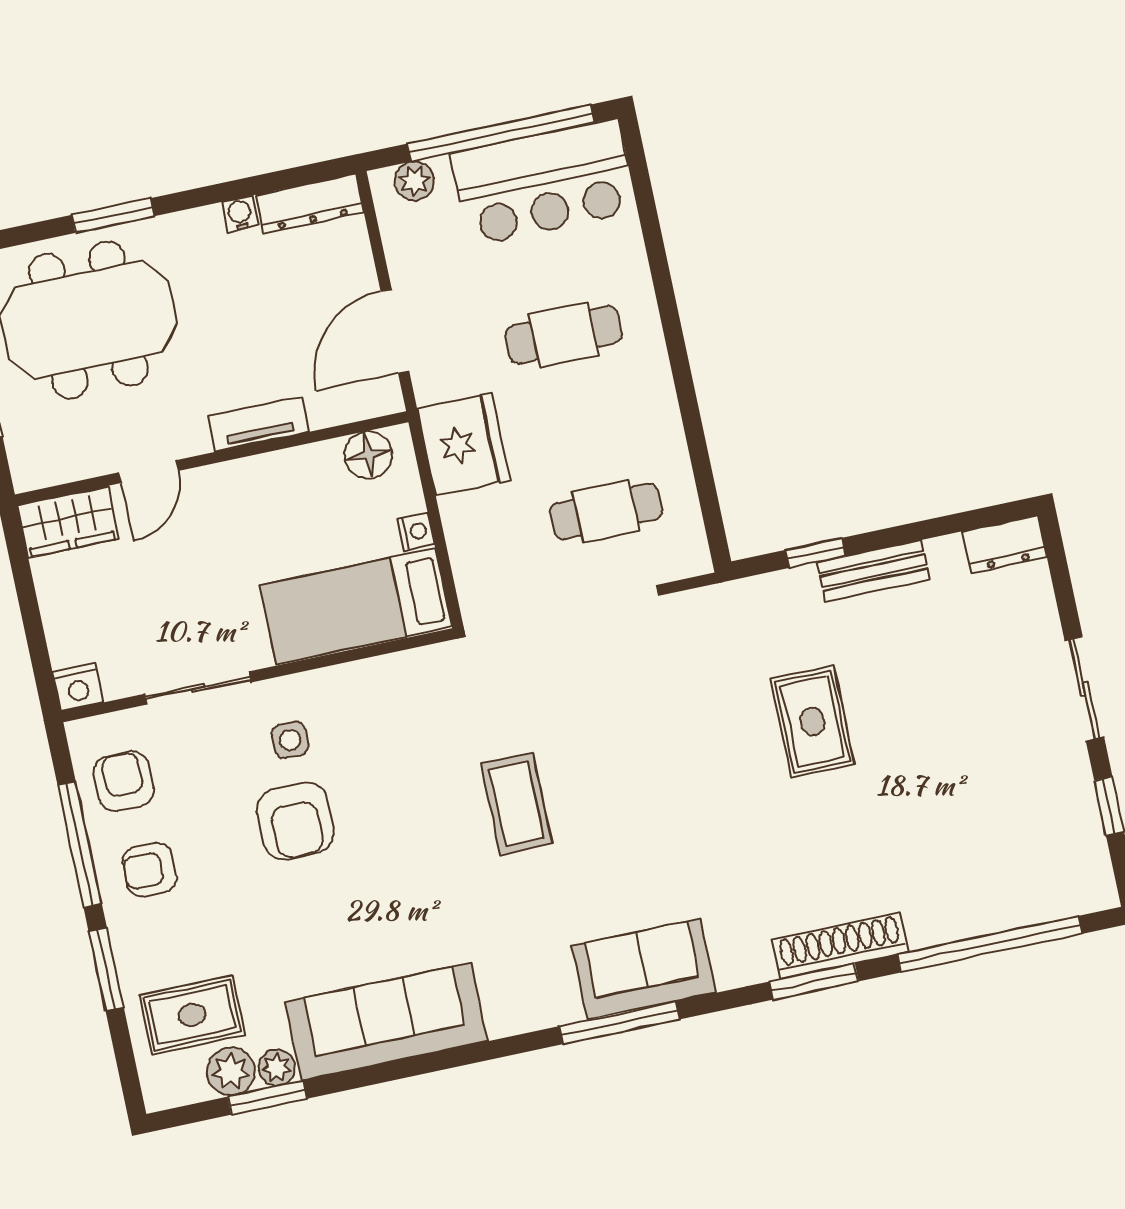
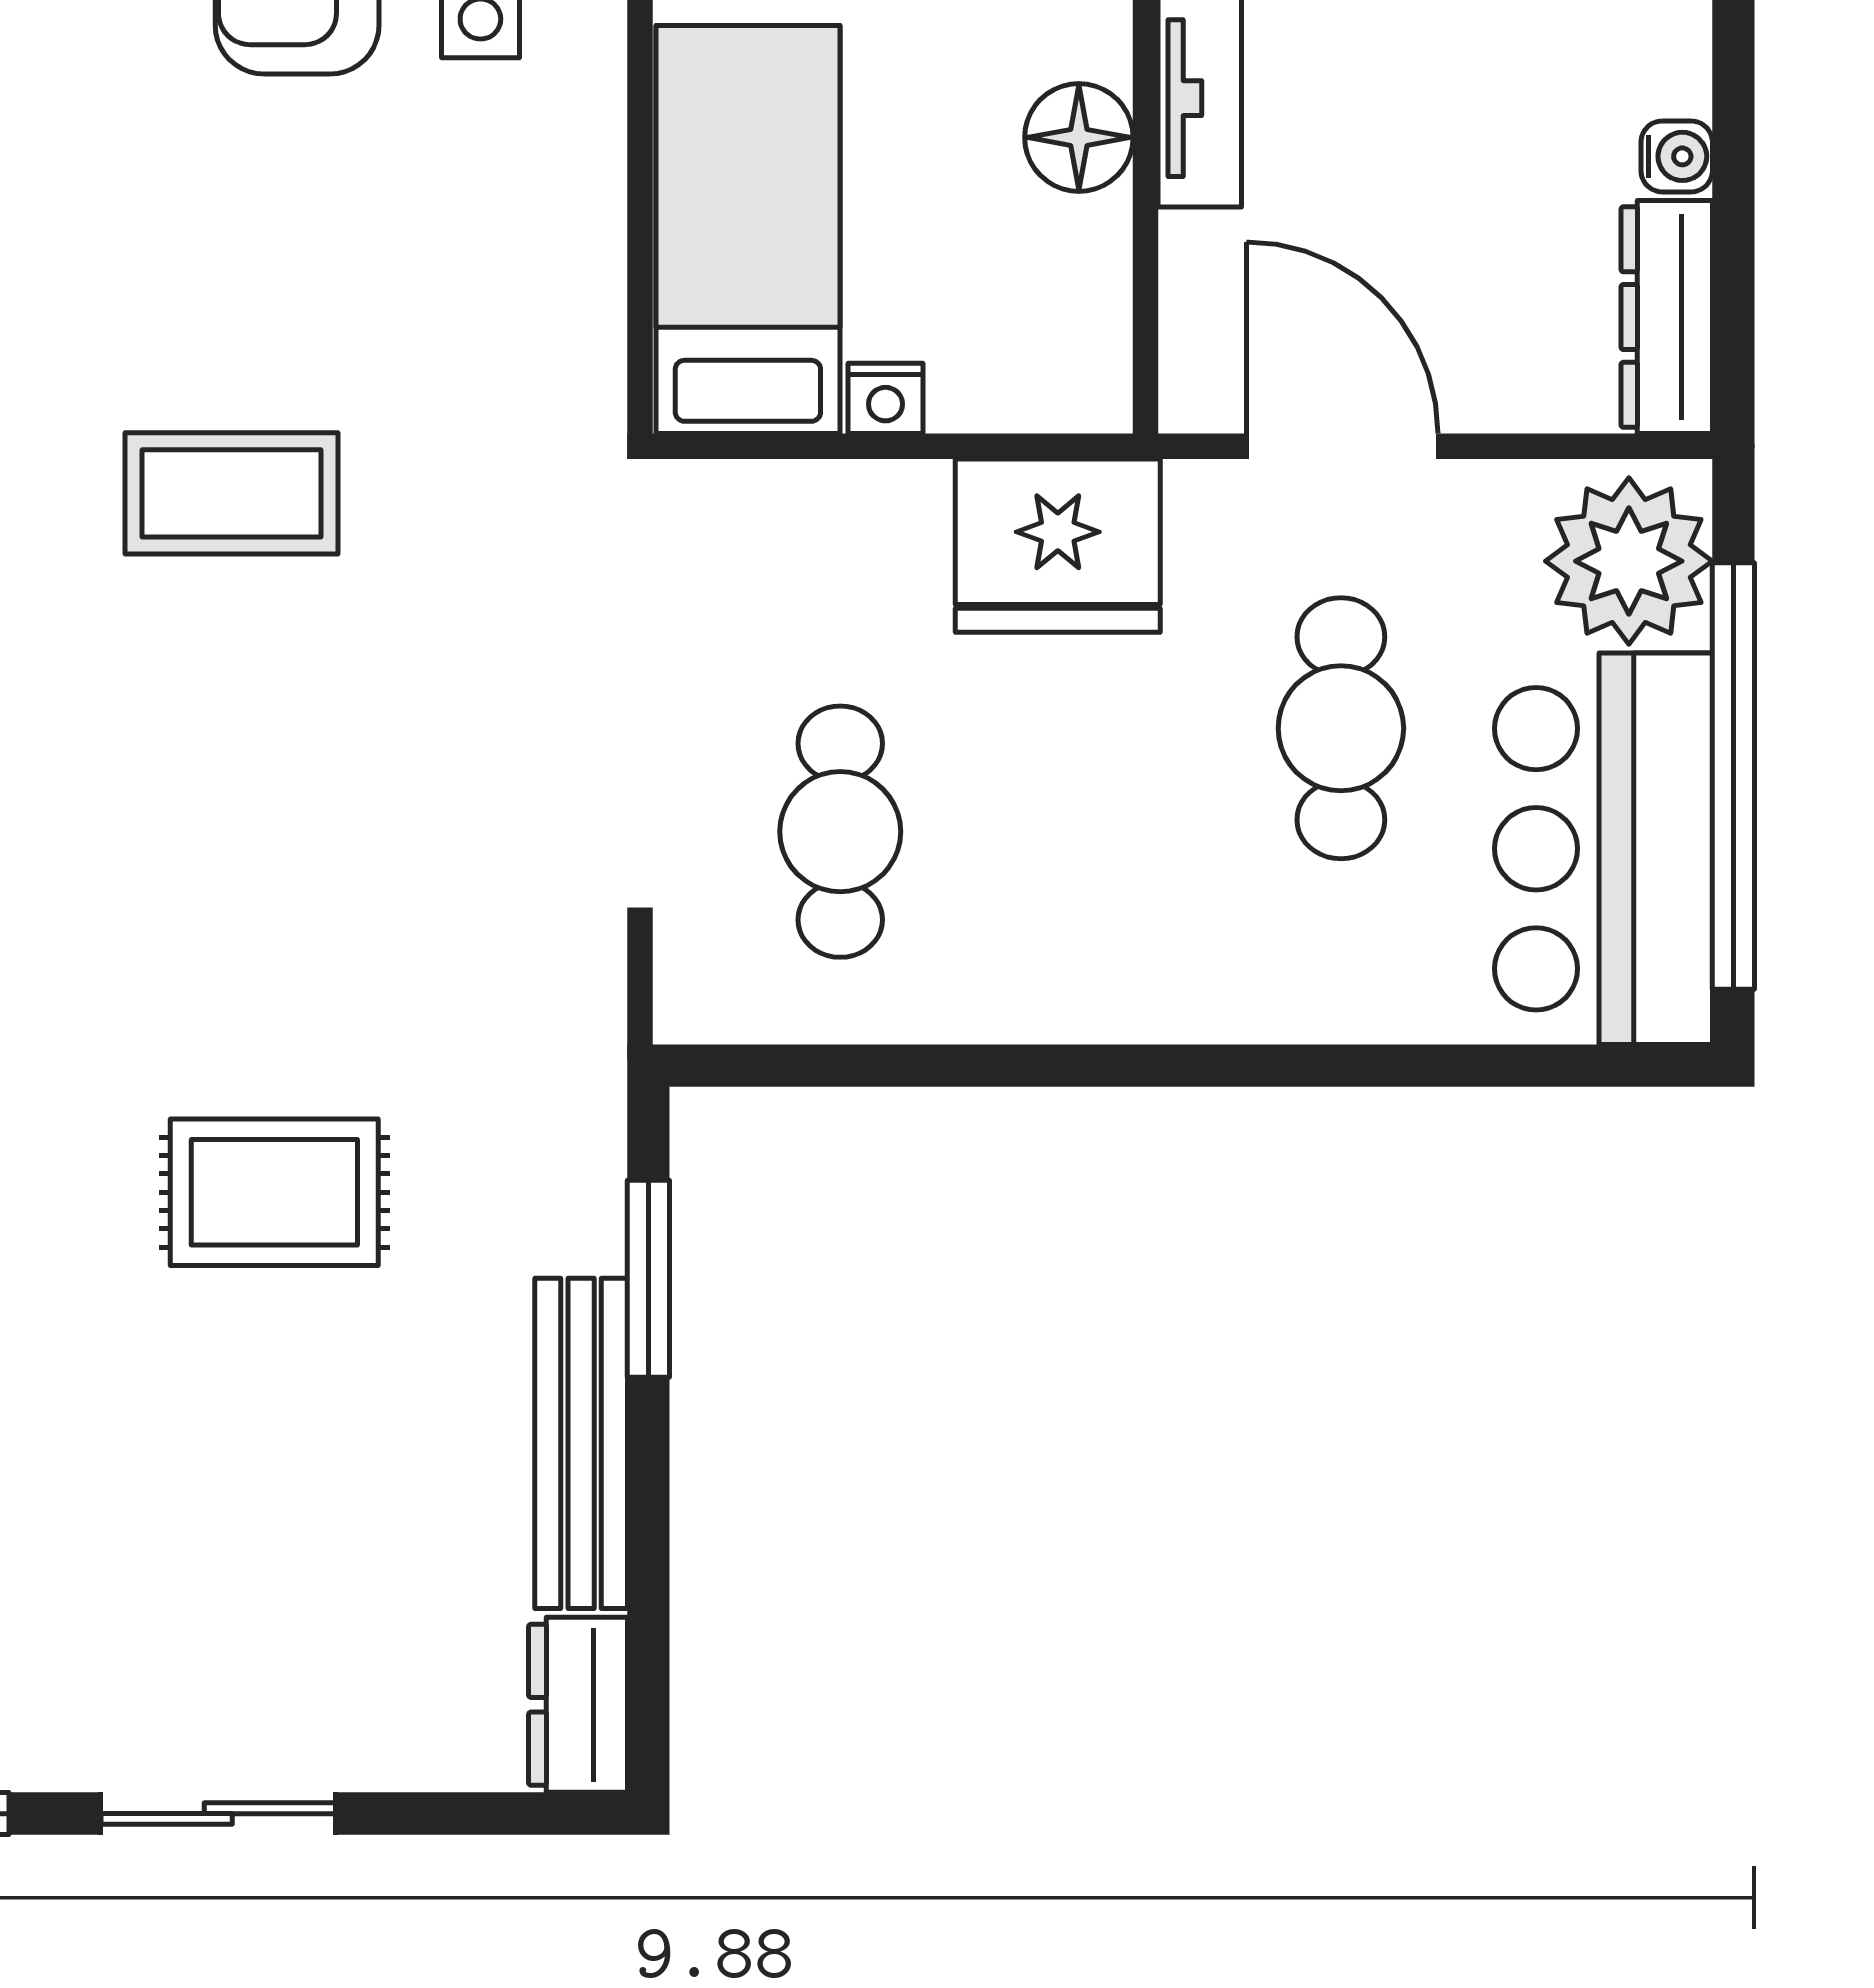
plant: (414, 181) -> (1629, 561), width x1.87, depth x1.87
cafe table: (563, 335) -> (1341, 728), moved
floor lamp: (368, 455) -> (1079, 137), moved
window: (815, 553) -> (648, 1279), width x1.50
bench: (873, 571) -> (581, 1443), width x1.36

